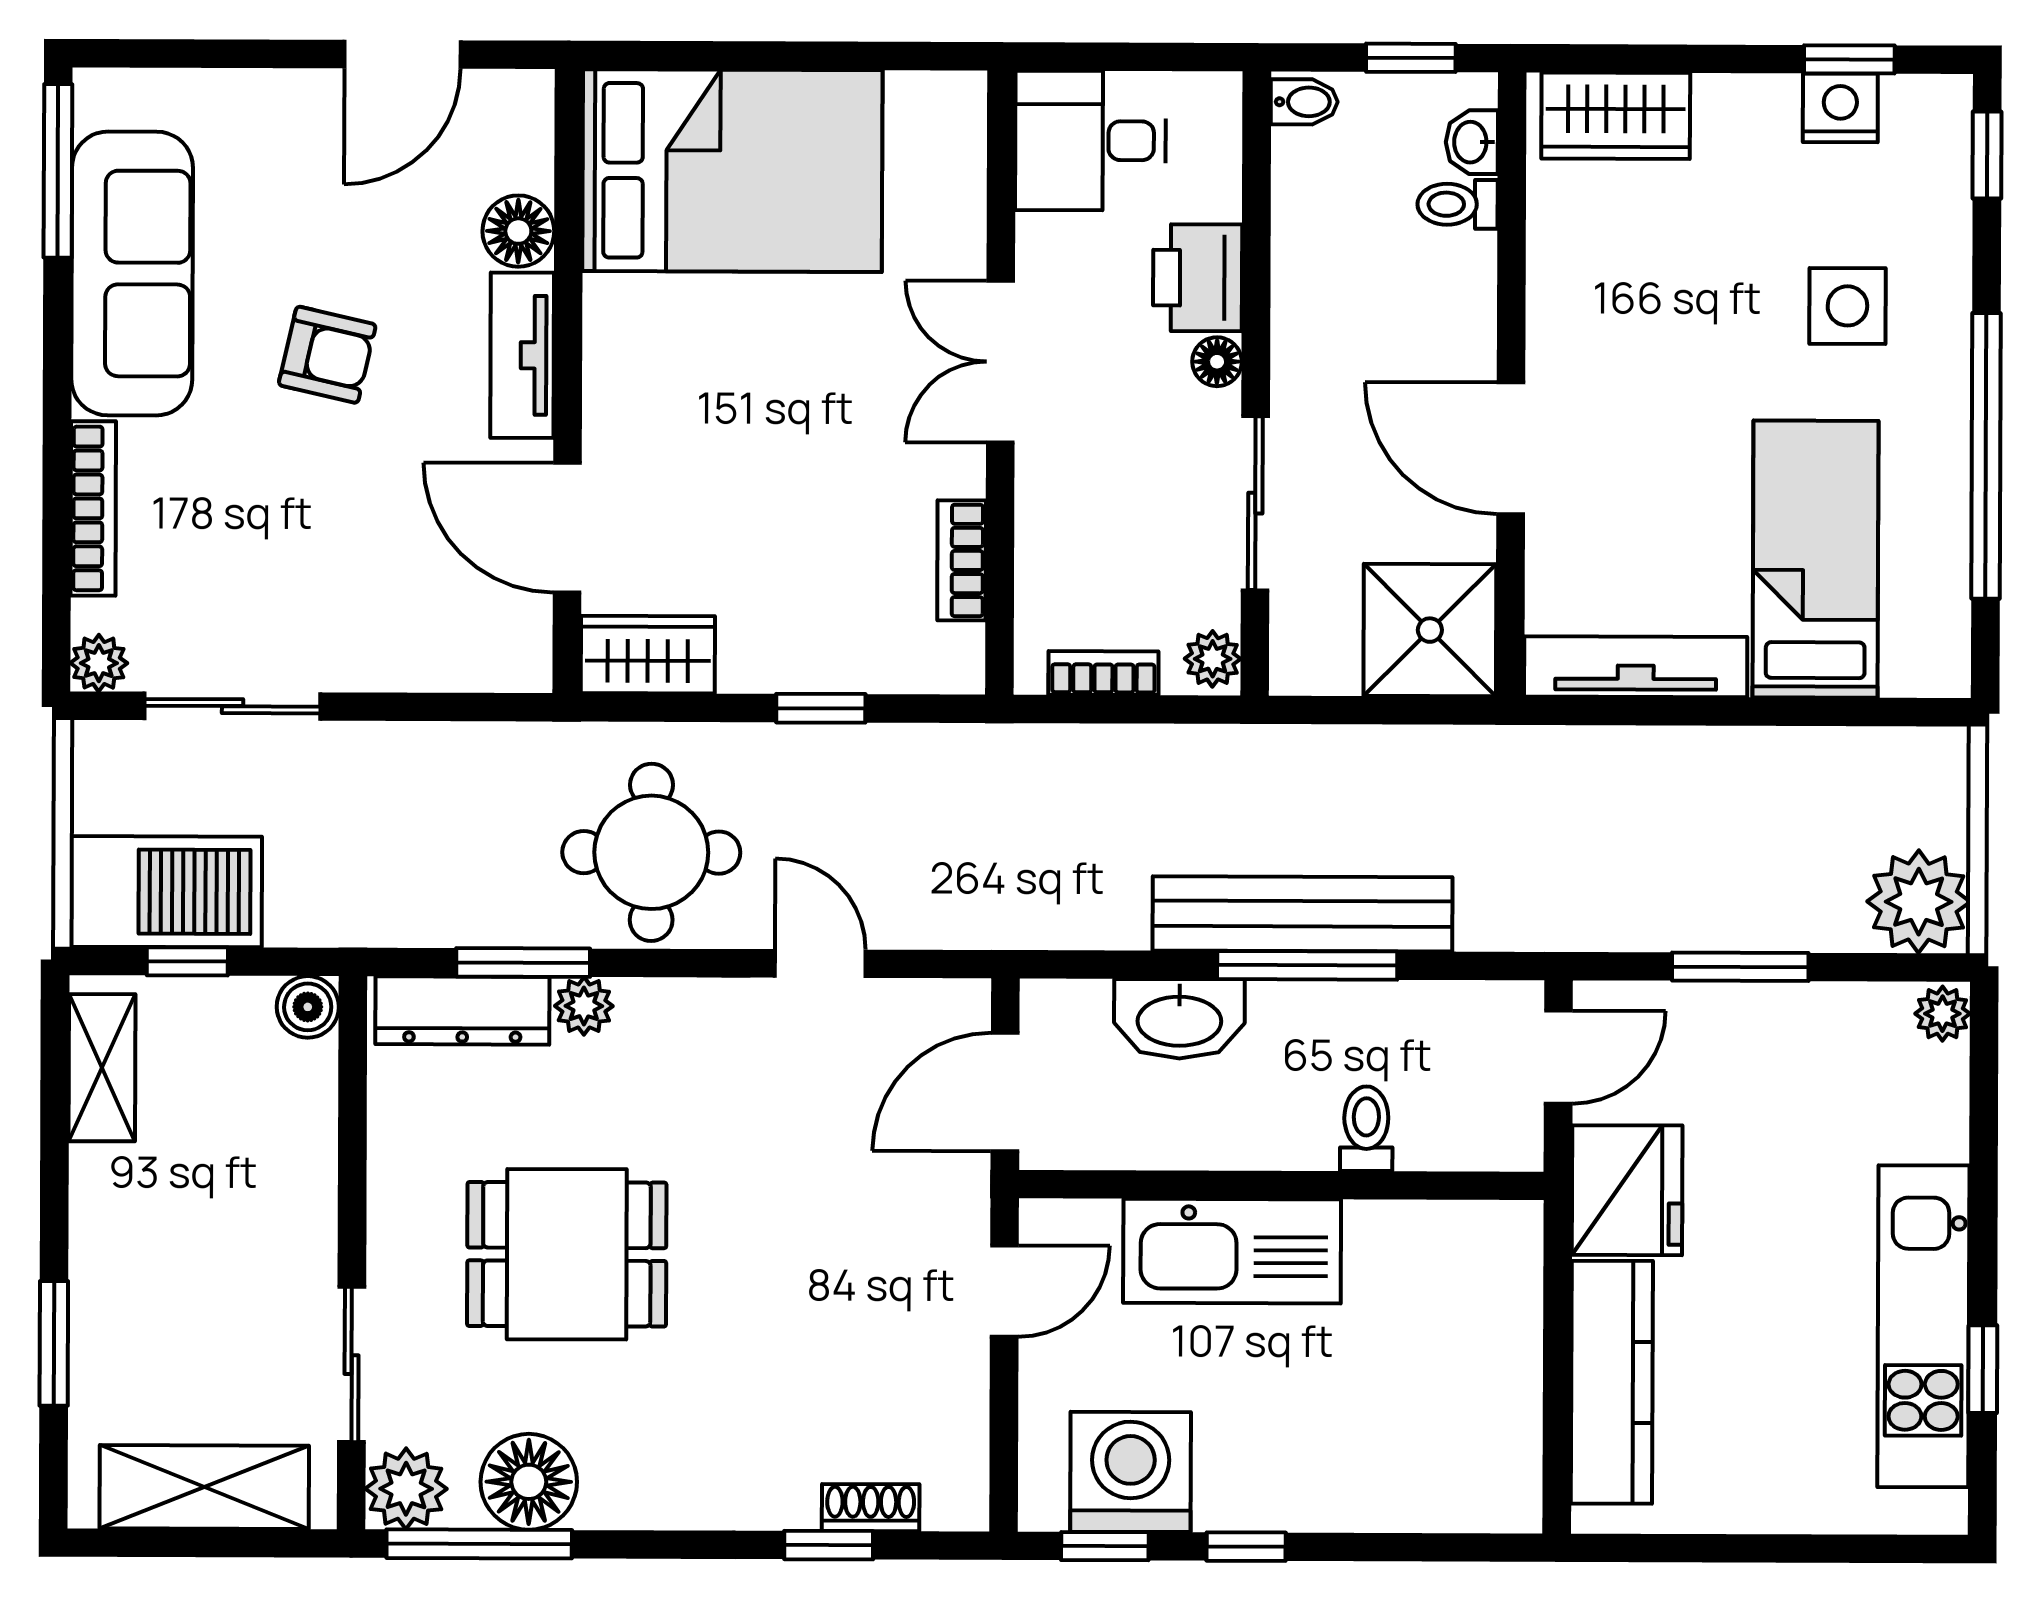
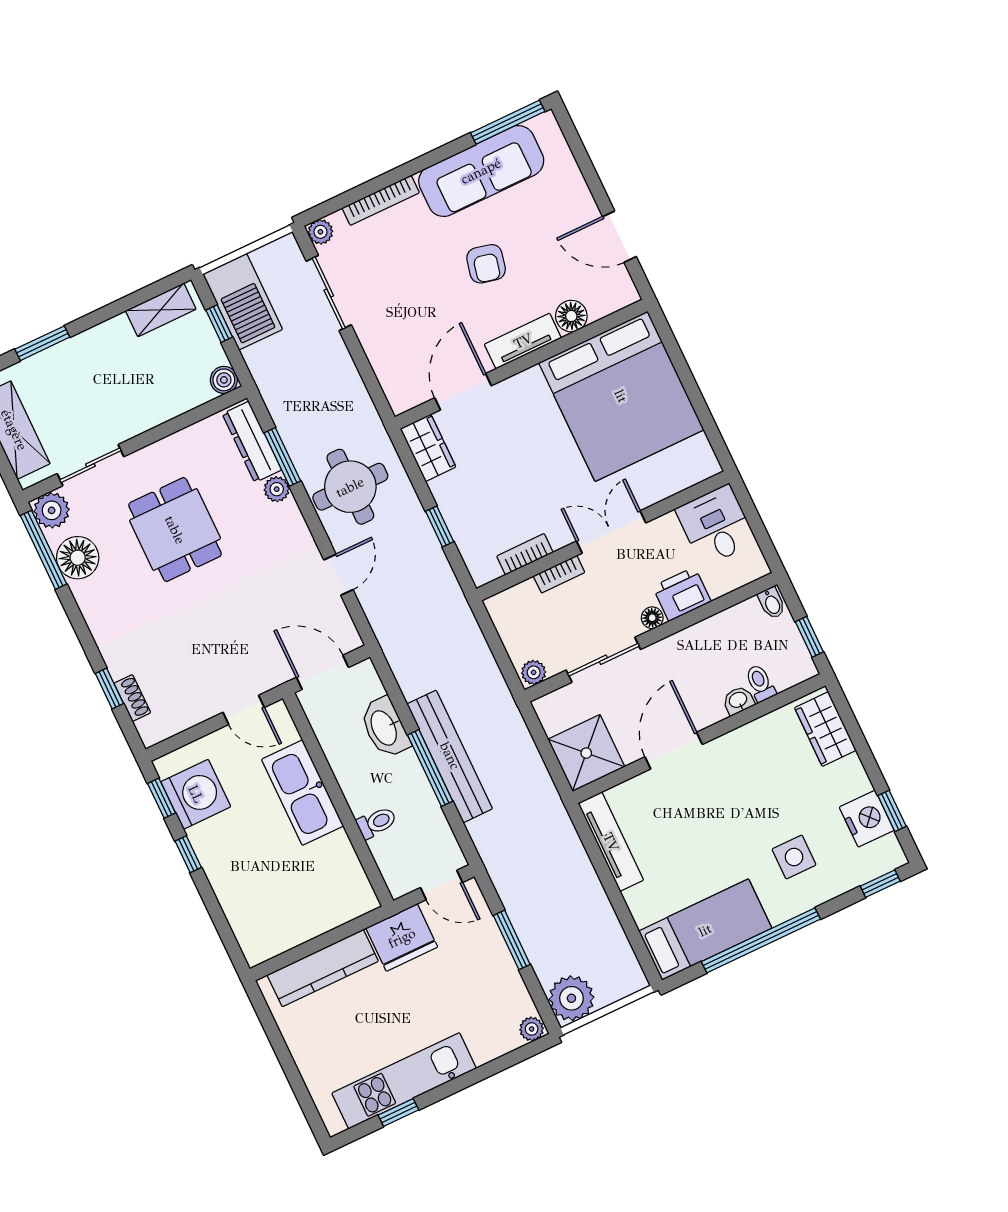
nightstand: (1840, 108) -> (867, 819), width x1.36, depth x1.33
washbasin: (1472, 142) -> (738, 700), moved
bed: (732, 171) -> (621, 396), width x1.36
bed: (1816, 559) -> (705, 930), moved
bookcase: (1103, 673) -> (559, 574), moved, turned 90

